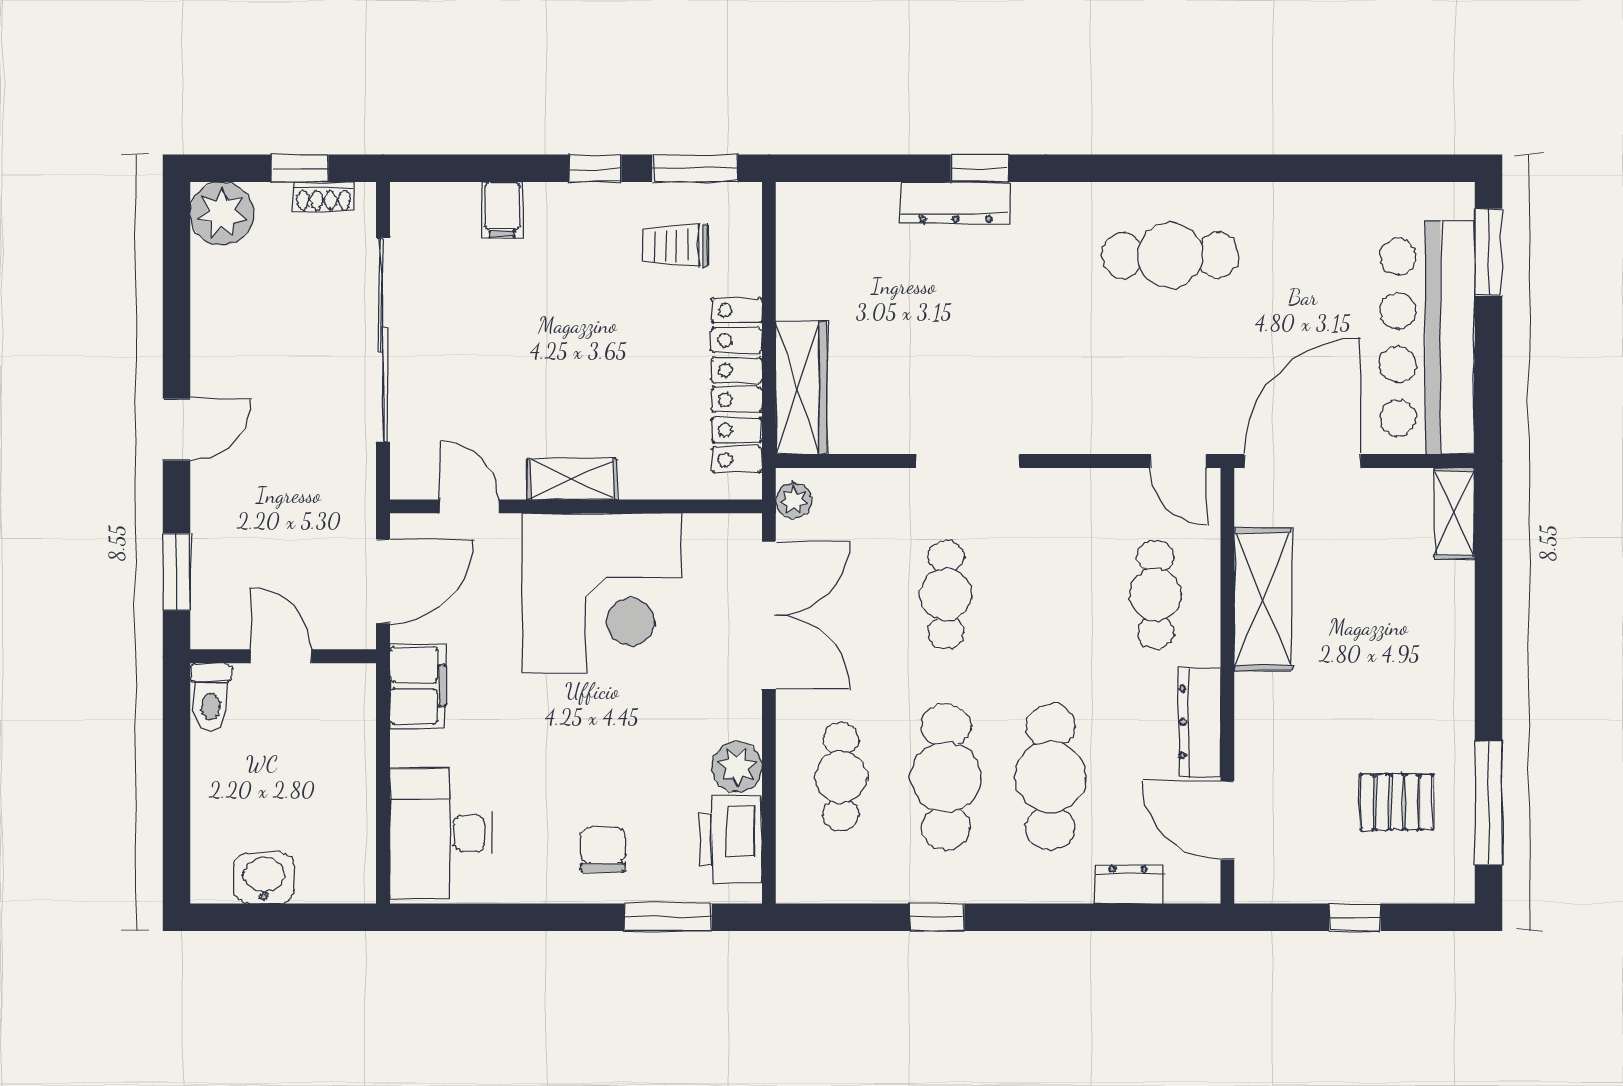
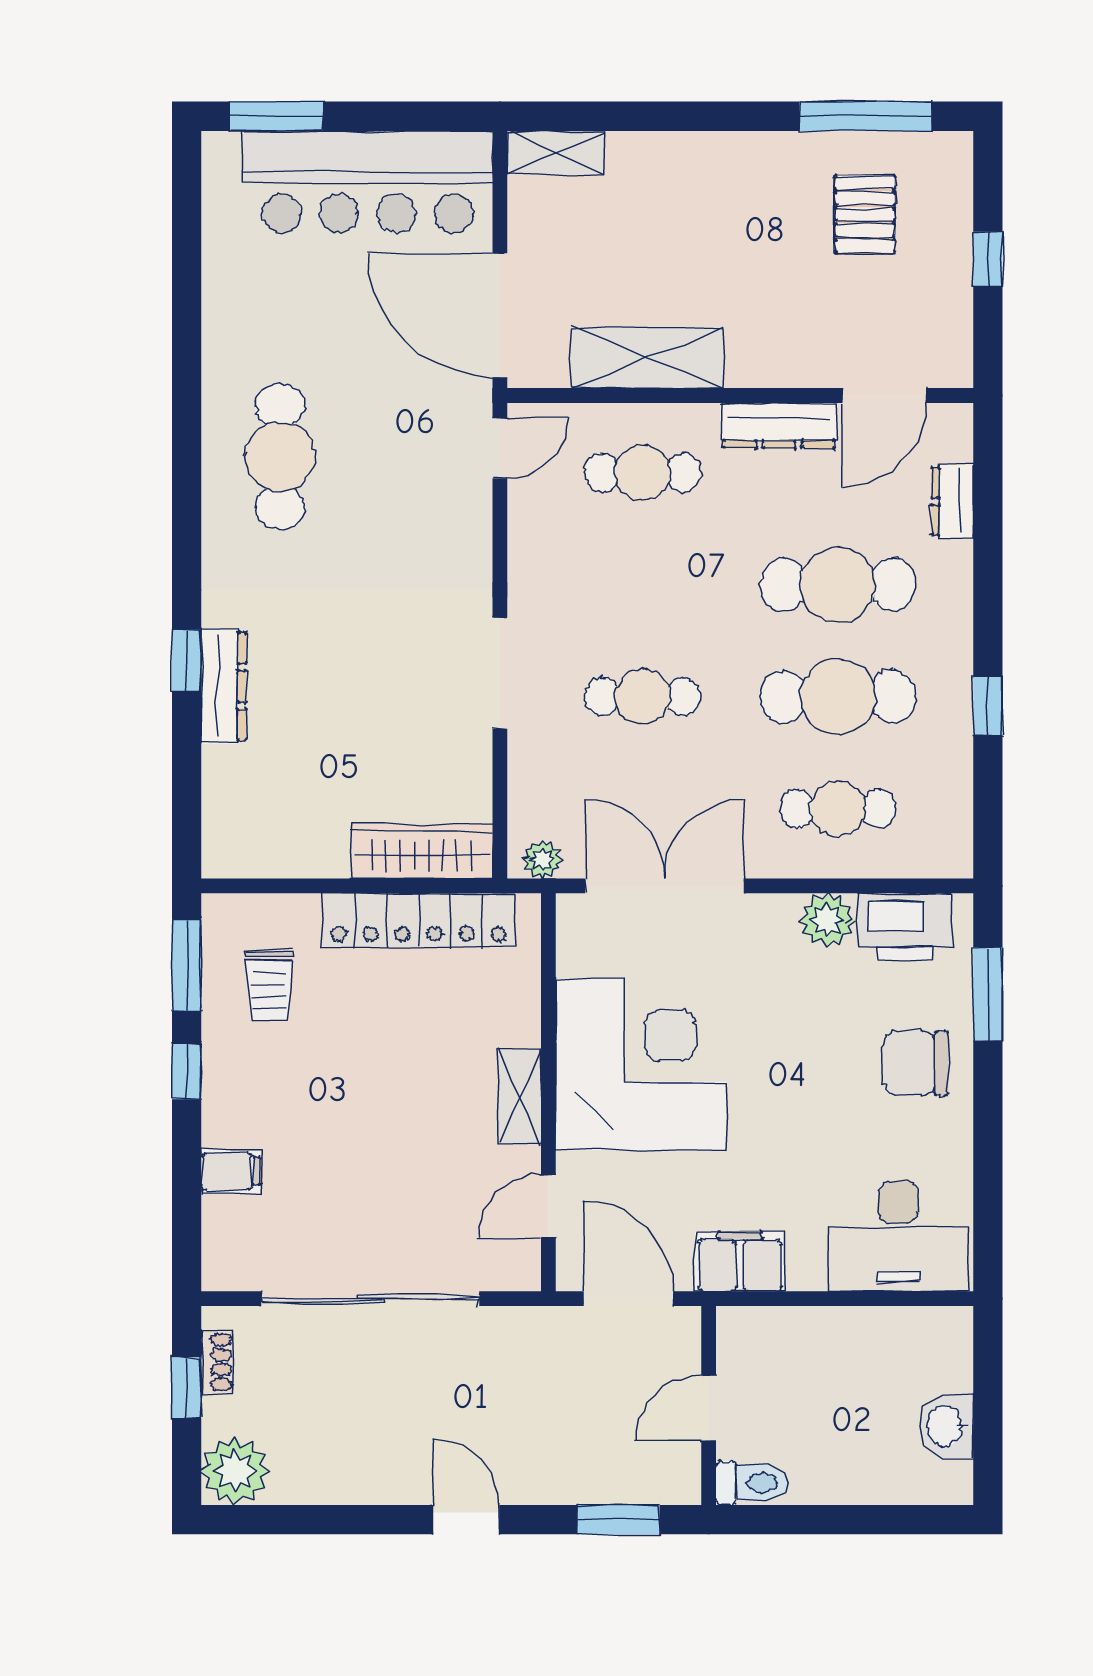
chair: (603, 850) -> (916, 1063), width x1.37, depth x1.37

